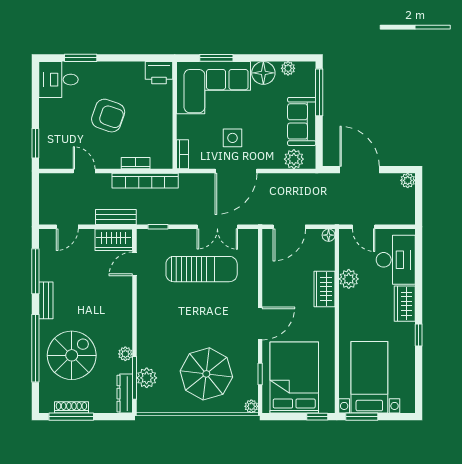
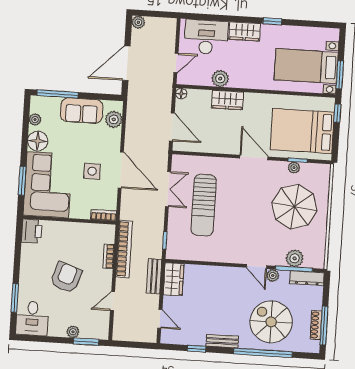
plant: (46, 127) -> (73, 332), added
door: (135, 264) -> (257, 267), moved
sun lounger: (202, 269) -> (204, 205), turned 180
window: (35, 271) -> (197, 349), width x0.46
plant: (251, 406) -> (294, 168), moved

